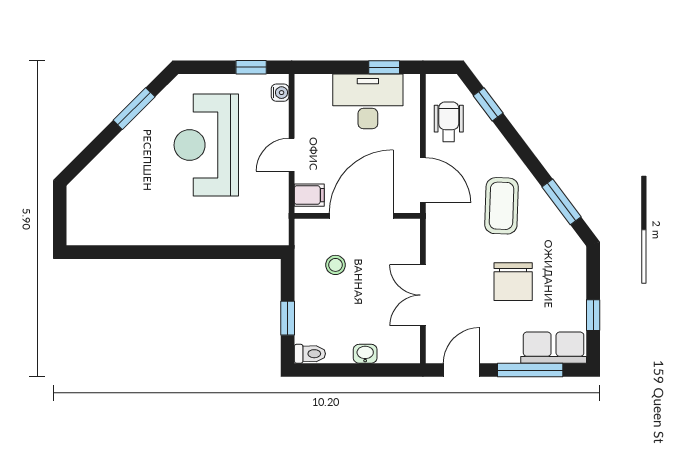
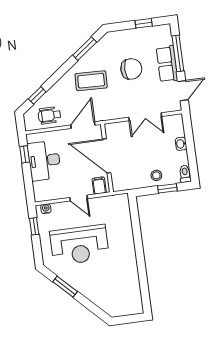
stool: (336, 265) -> (156, 175), moved
row of seats: (554, 348) -> (167, 64), moved
door: (461, 370) -> (183, 91), swing flipped

